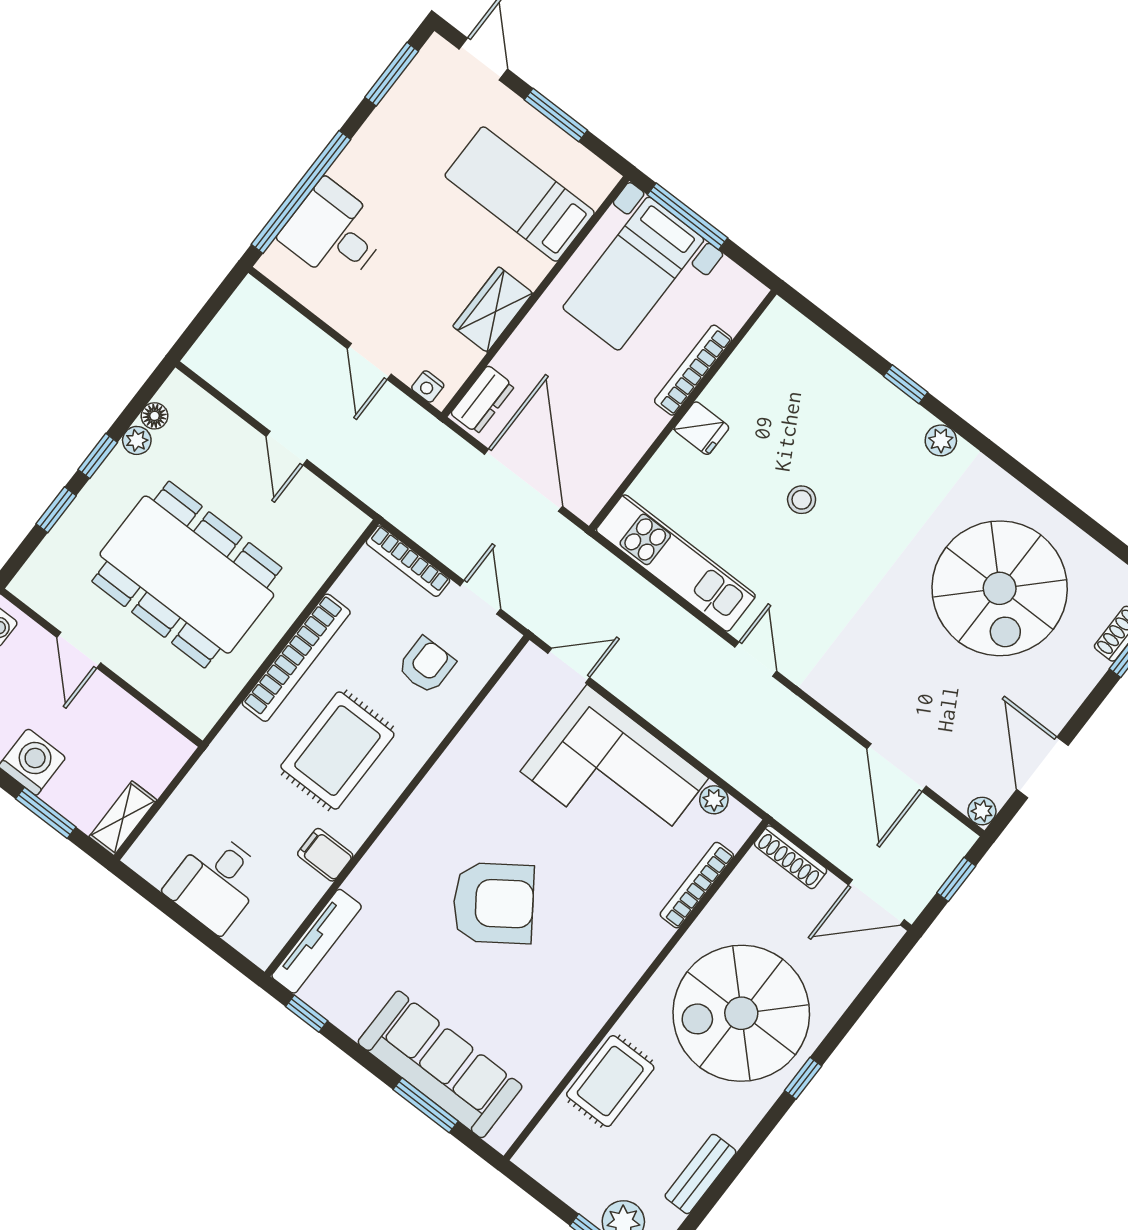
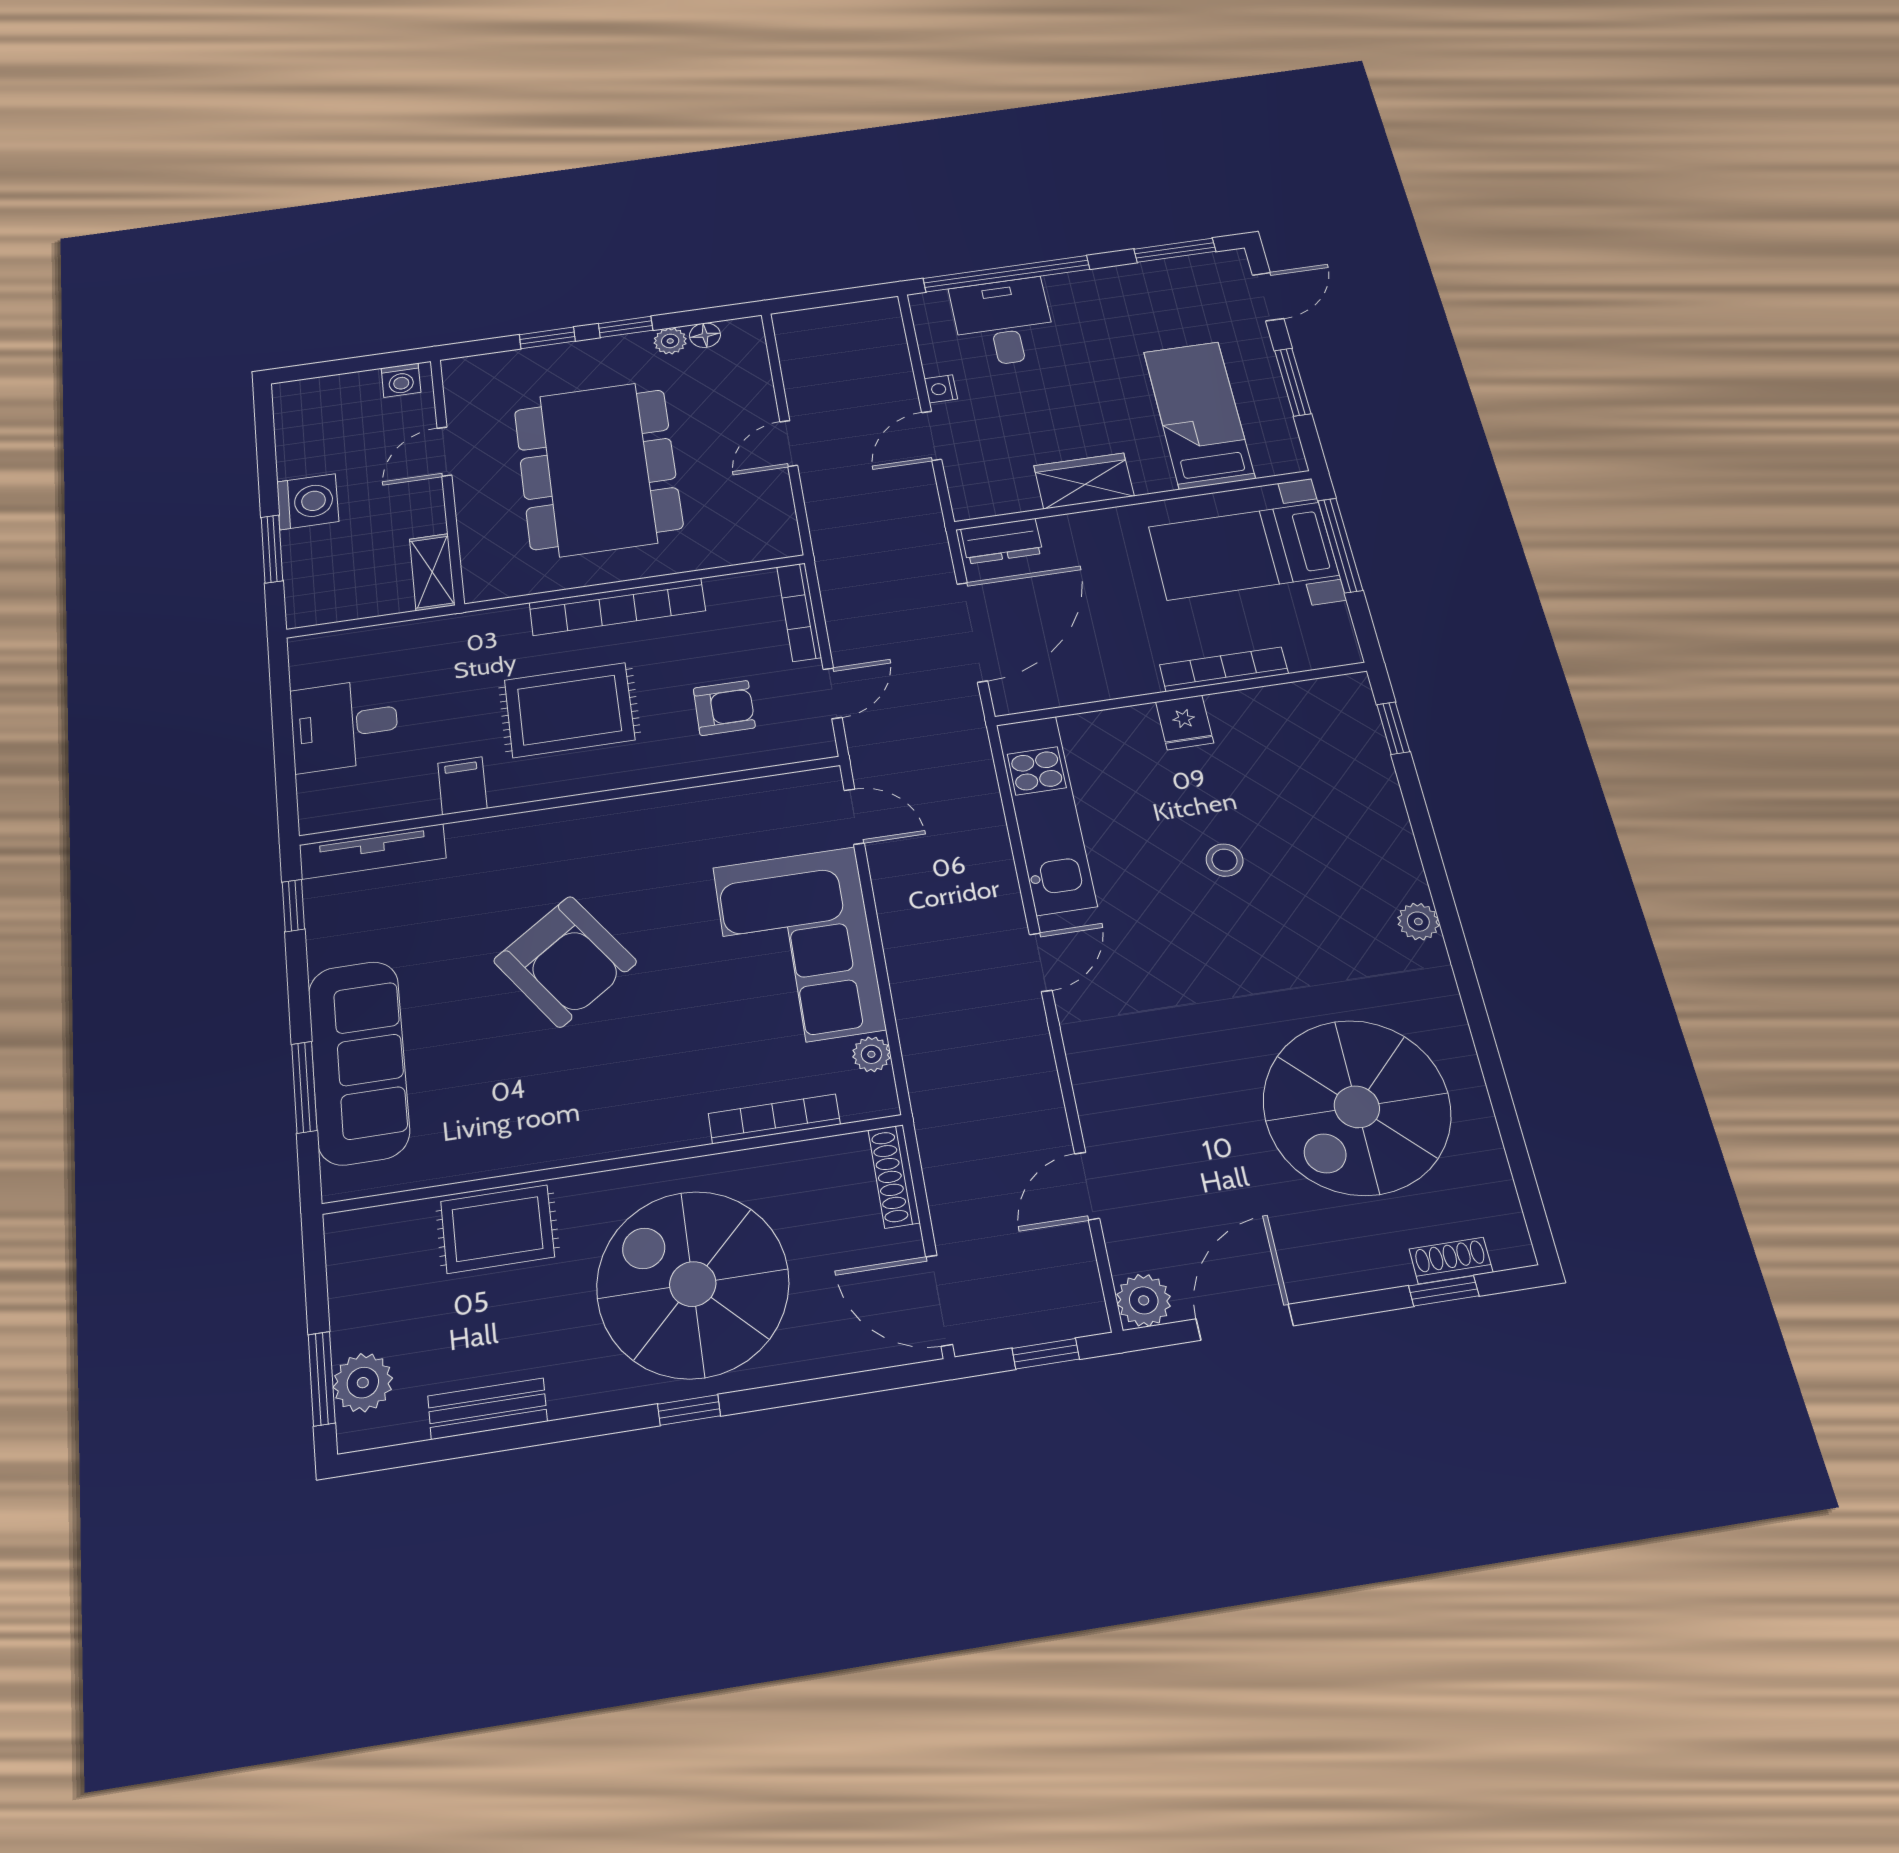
window: (906, 384) -> (1393, 728), moved
nightstand: (428, 386) -> (941, 389), moved
door: (897, 768) -> (1087, 1186), width x0.73
plant: (982, 811) -> (1144, 1300), width x1.38, depth x1.38
shelving: (123, 818) -> (432, 572), moved, turned 90

